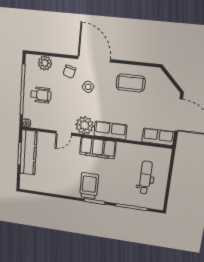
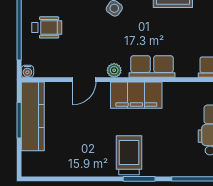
plant: (85, 125) -> (114, 70), width x0.53, depth x0.53

